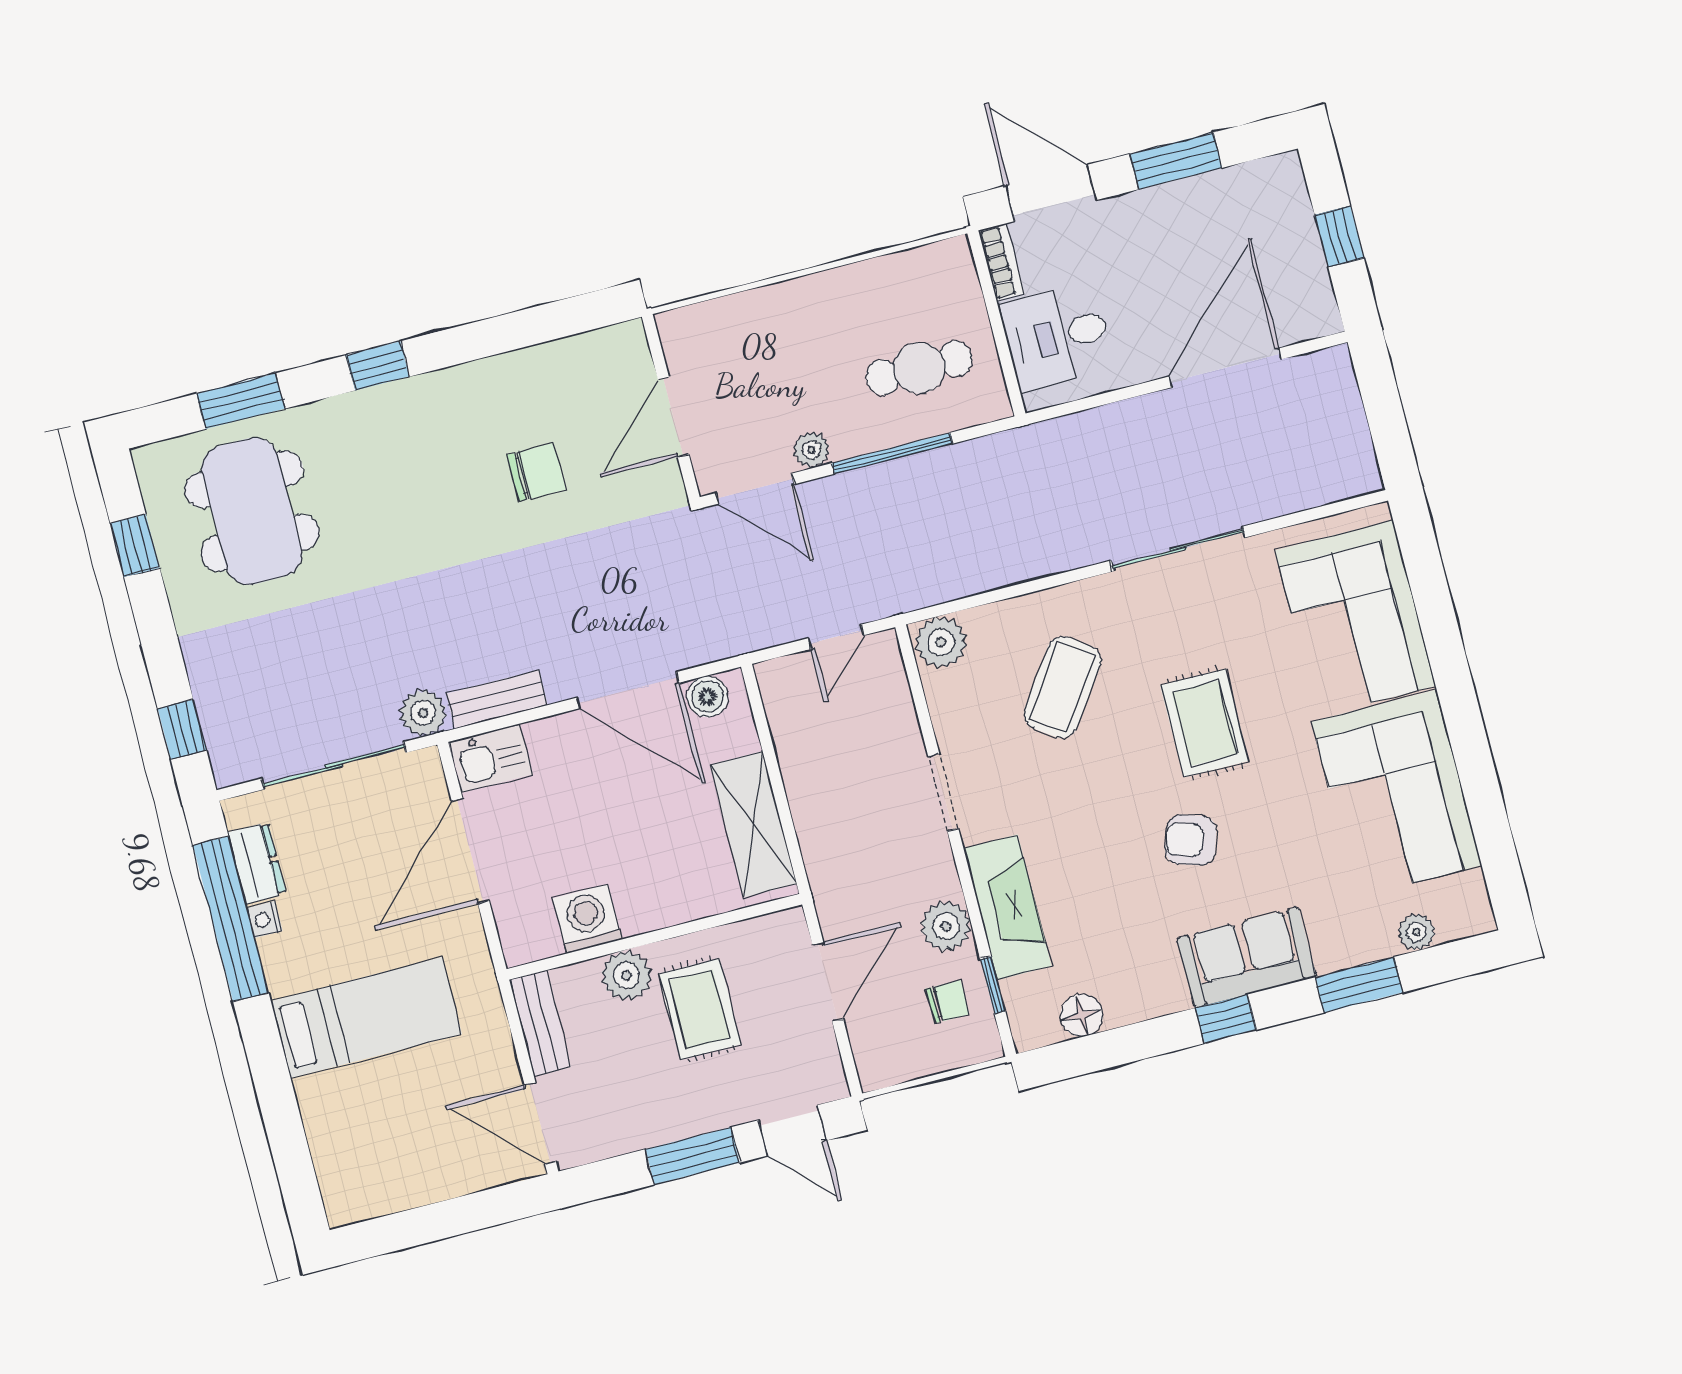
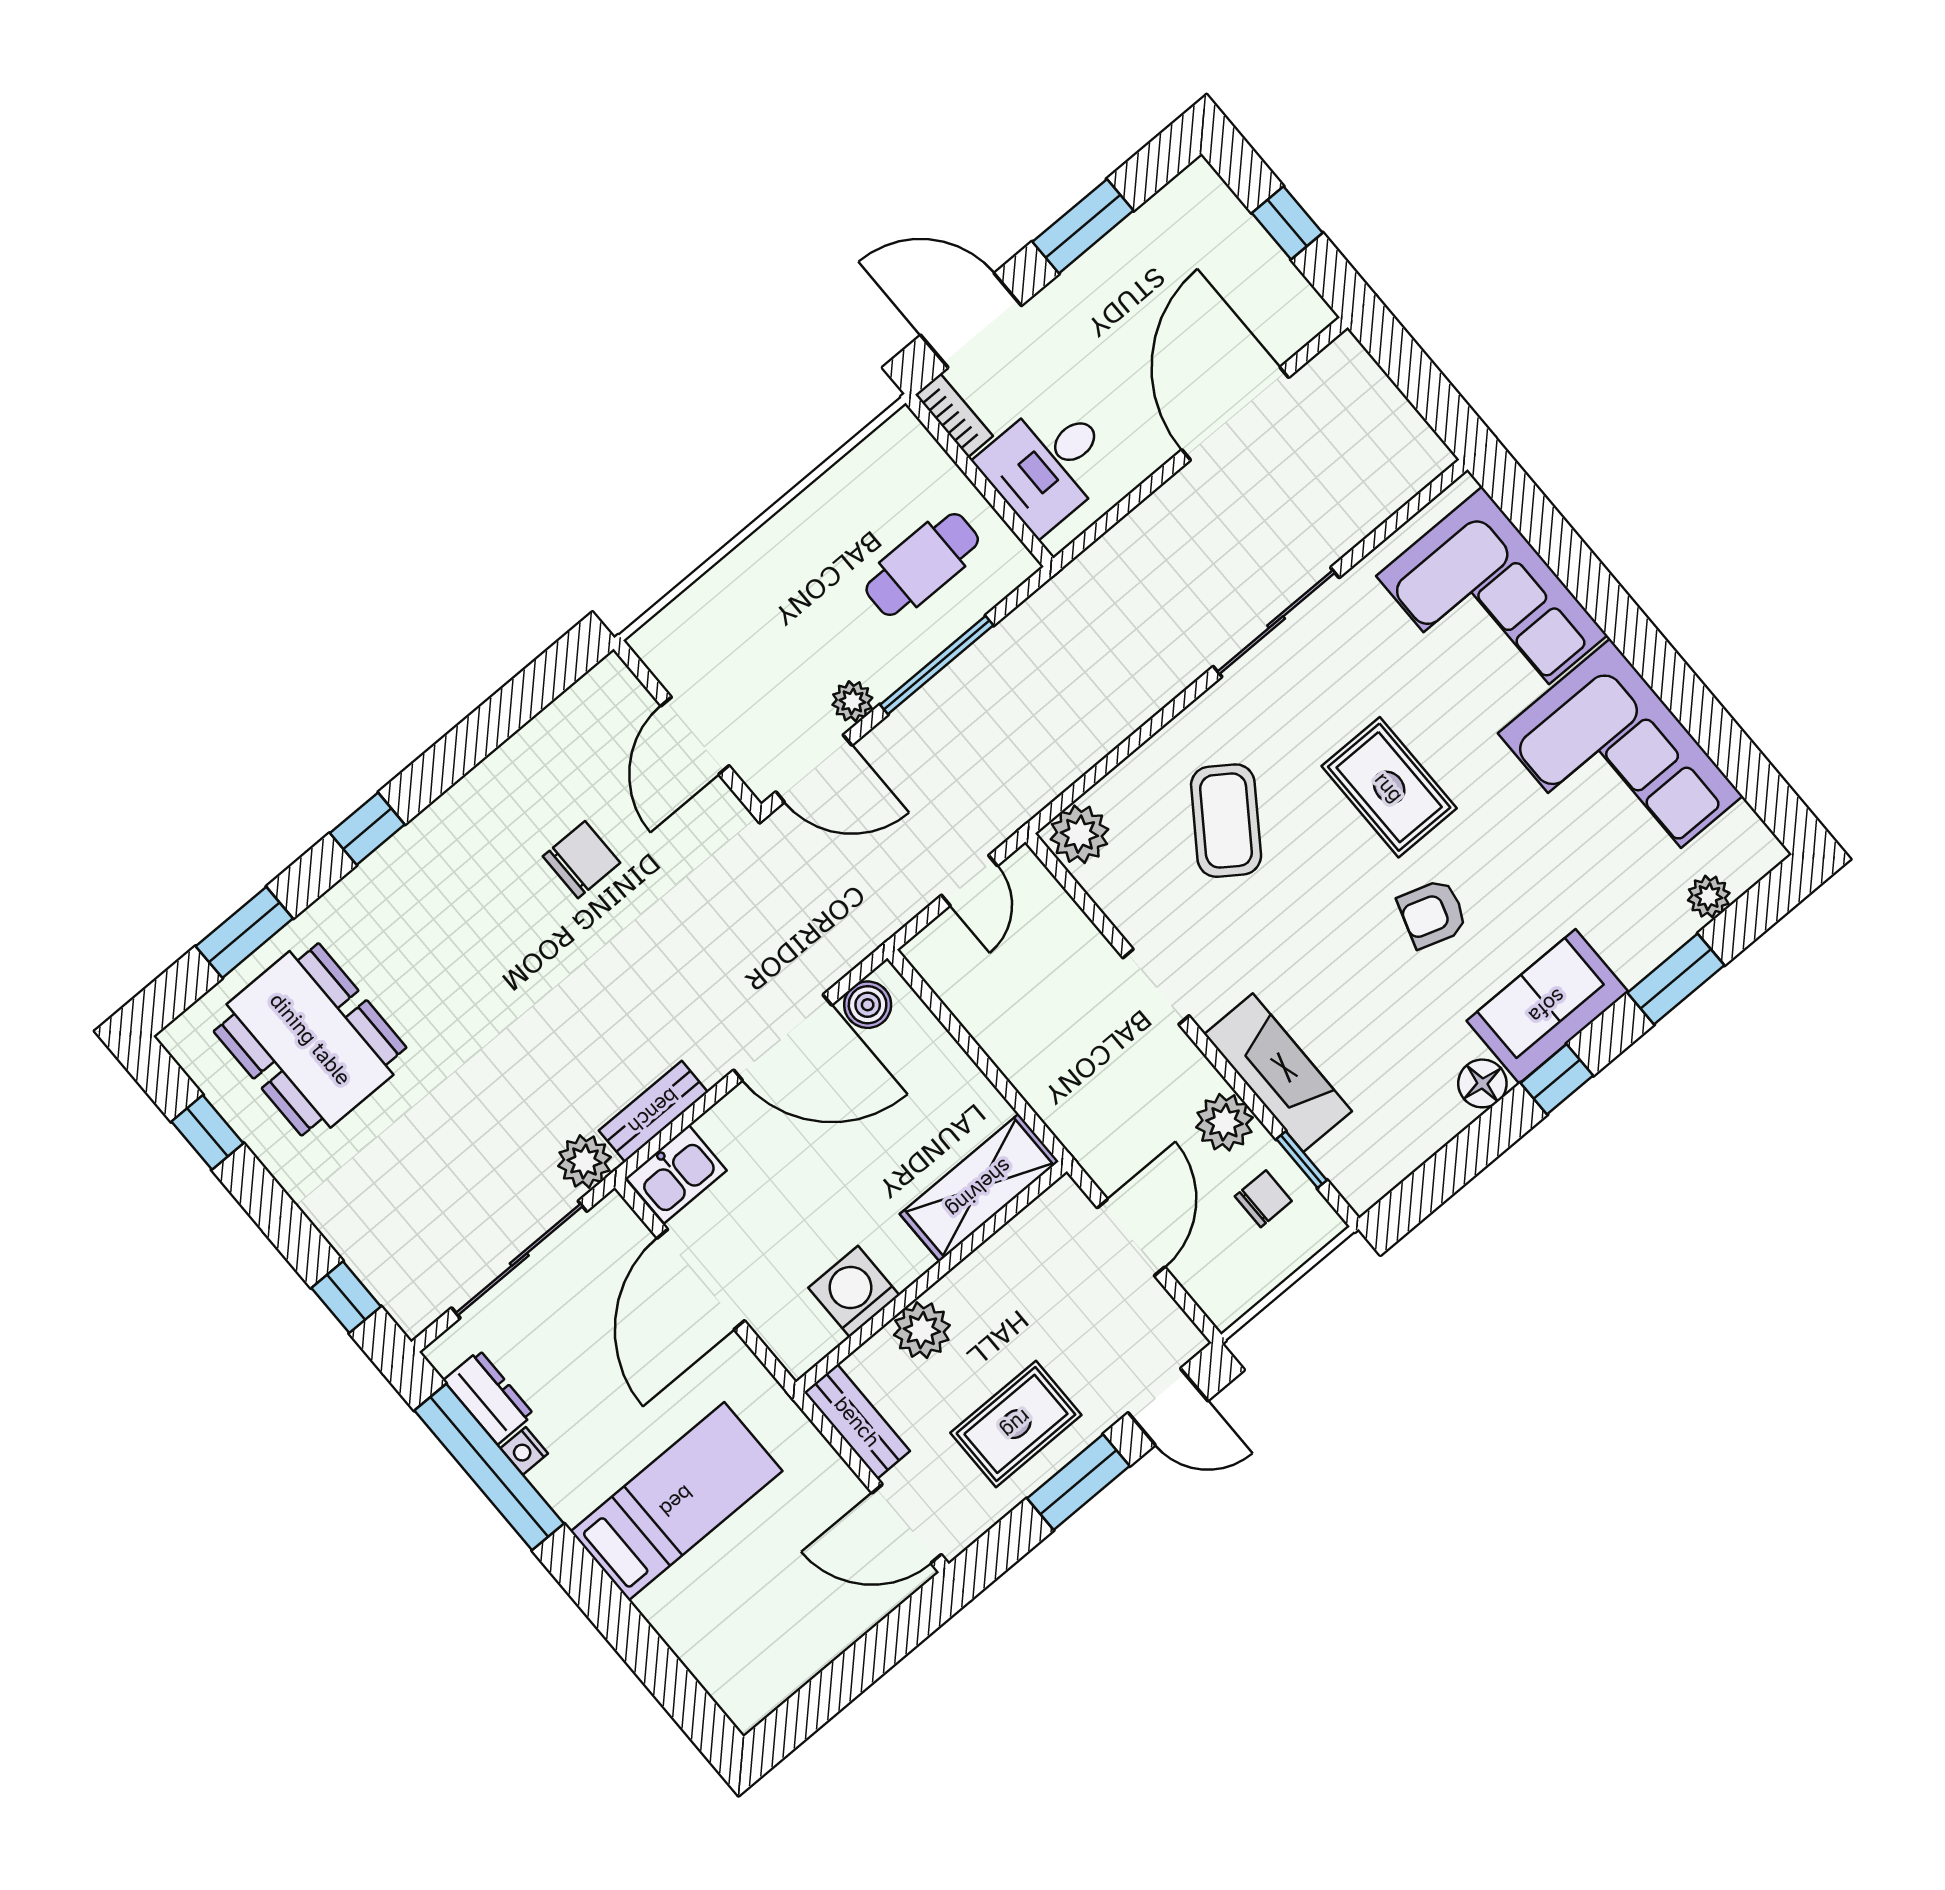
shelving: (753, 824) -> (979, 1188), moved, turned 90
rug: (700, 1009) -> (1016, 1424), moved, turned 90
floor lamp: (1082, 1015) -> (1482, 1083), moved

